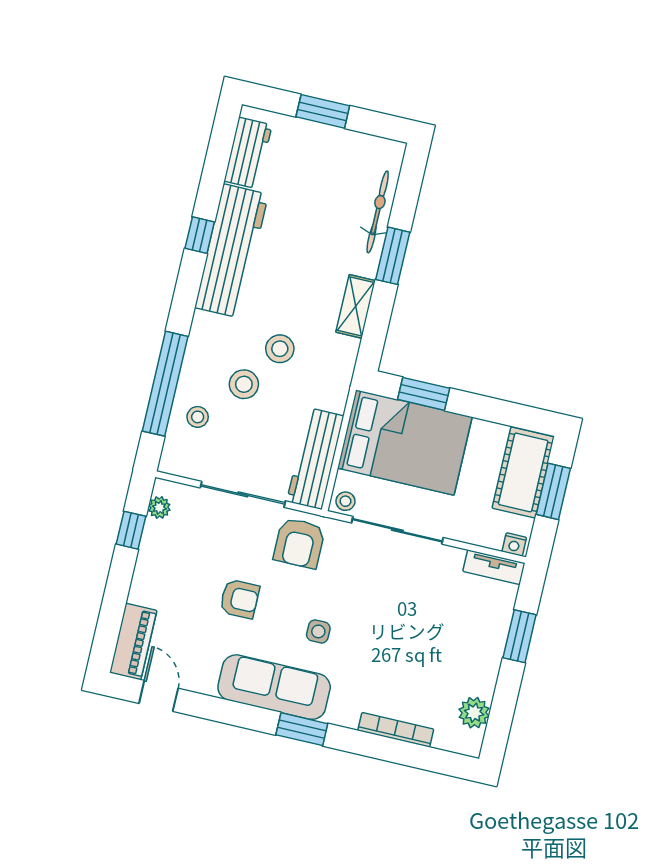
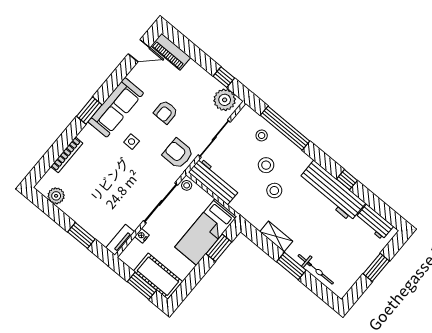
bed: (405, 442) -> (206, 232), width x0.67
plant: (159, 508) -> (225, 100), width x1.88, depth x1.88
nightstand: (514, 544) -> (142, 236), moved

